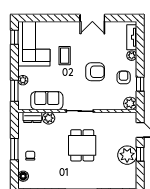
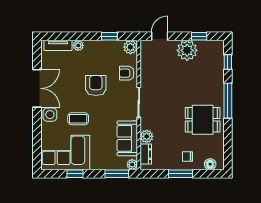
double door: (92, 18) -> (37, 88), width x1.37
side table: (69, 30) -> (50, 115), added
window: (14, 37) -> (75, 174), moved
armchair: (124, 77) -> (127, 73), moved
plant: (23, 80) -> (132, 165), moved
dining table: (82, 145) -> (203, 120), moved
window: (140, 154) -> (199, 36), moved

